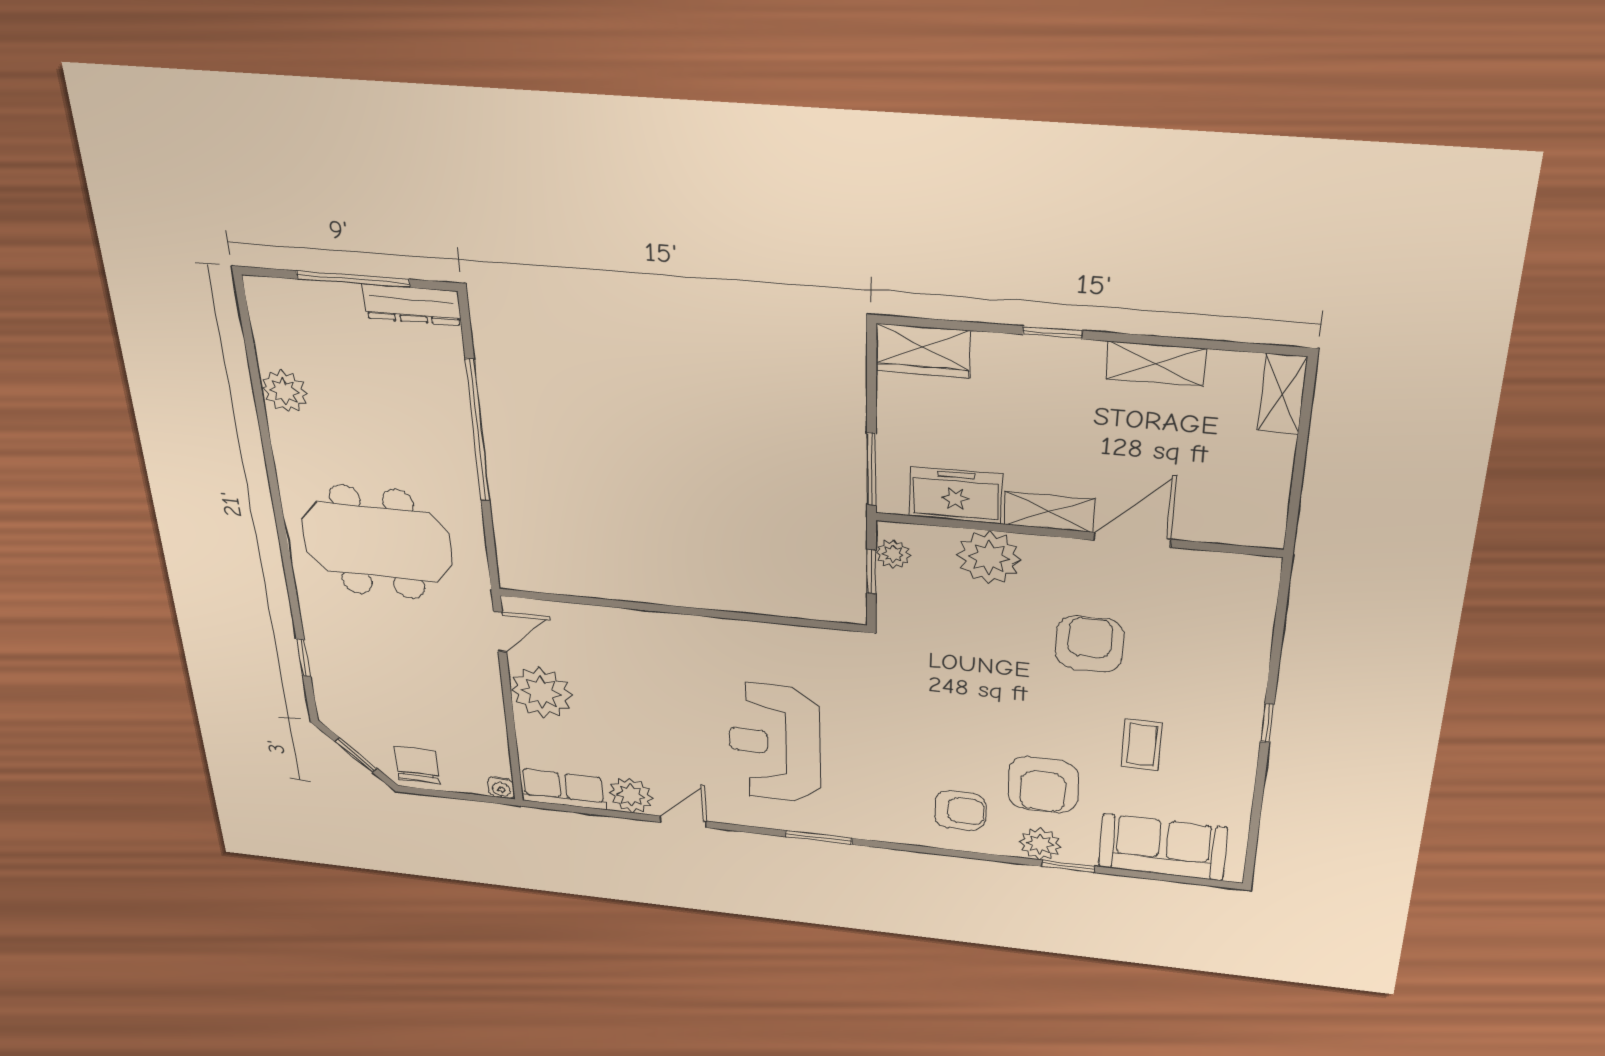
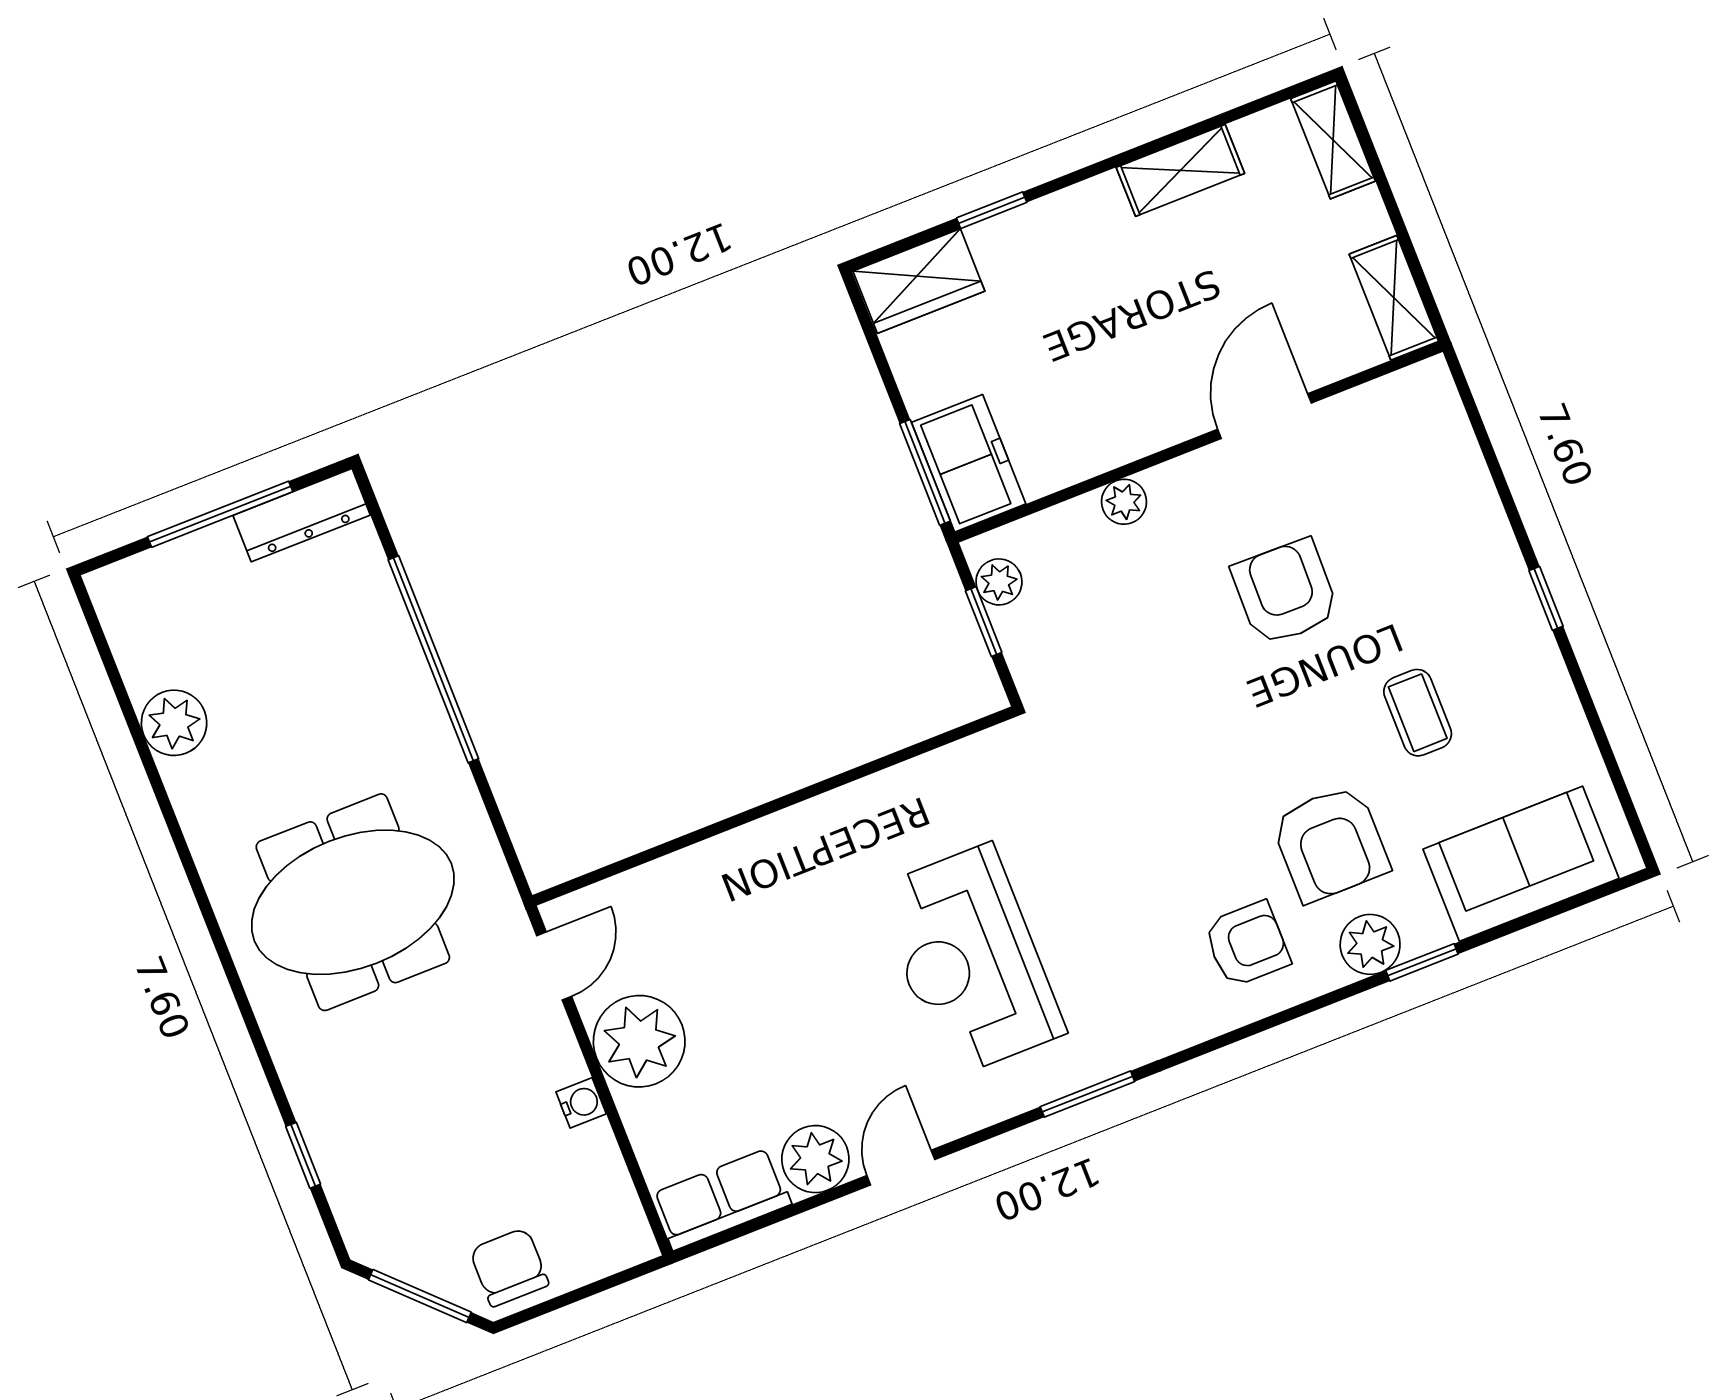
window: (1052, 333) -> (992, 210), moved
freezer: (956, 495) -> (969, 463), moved, turned 90
shelving: (1049, 512) -> (1394, 298), moved, turned 90
plant: (989, 557) -> (1124, 502), width x0.53, depth x0.53
window: (356, 755) -> (420, 1296), width x1.50
water cooler: (501, 788) -> (581, 1103), moved, turned -90

